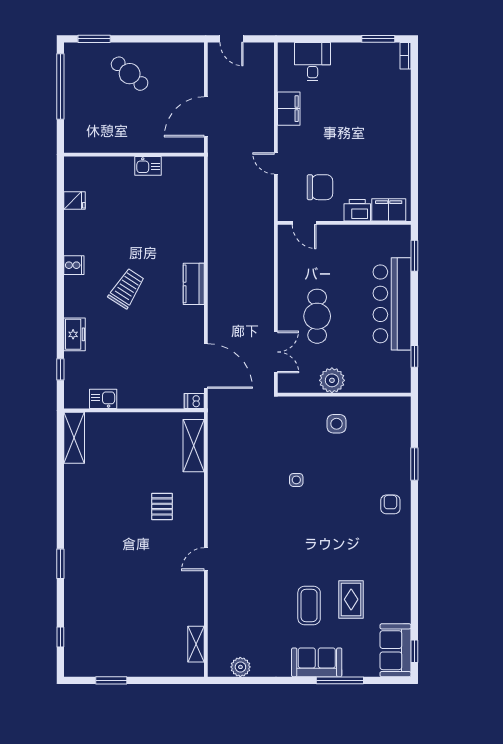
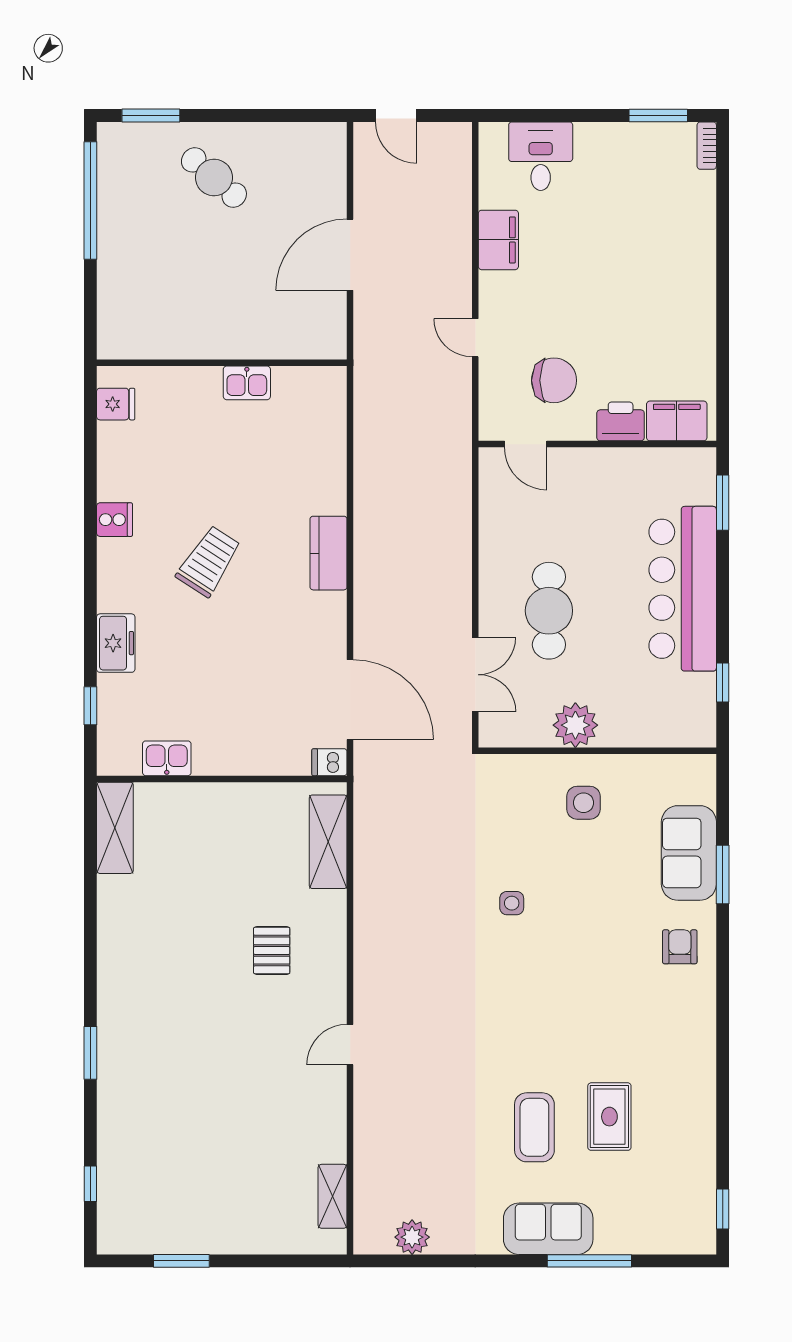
wall: (134, 155) -> (222, 363), moved
kitchen sink: (148, 166) -> (247, 383), moved
sofa: (395, 650) -> (689, 853), moved

